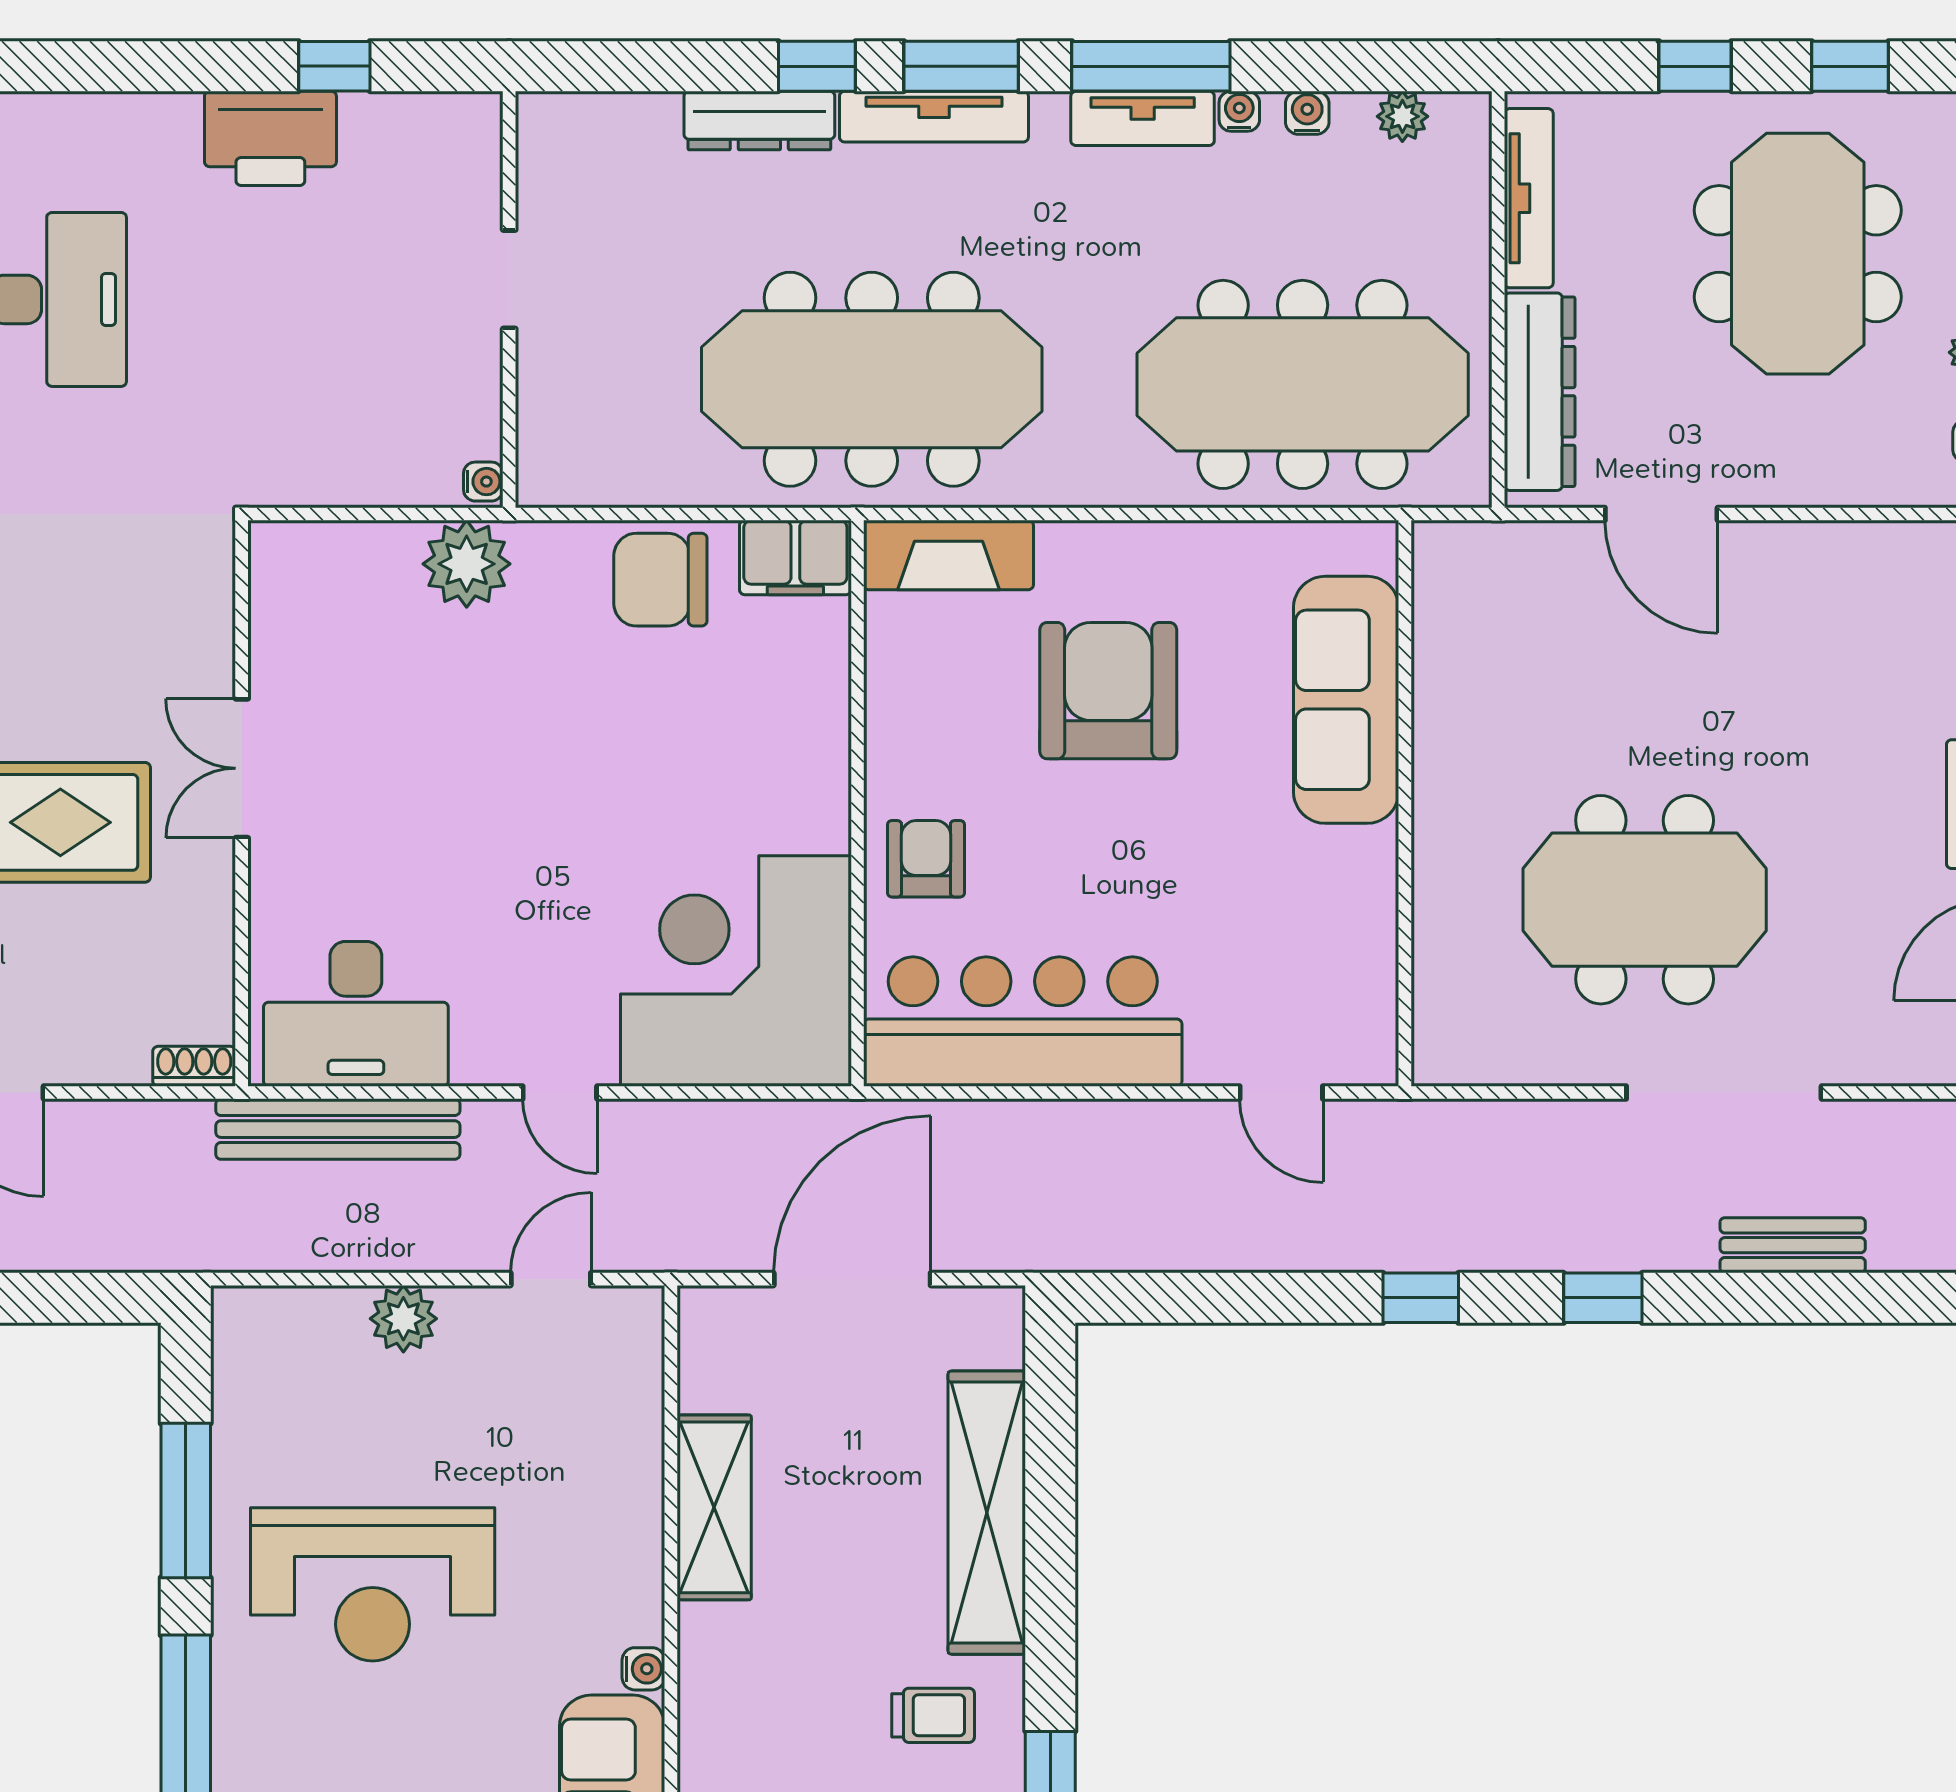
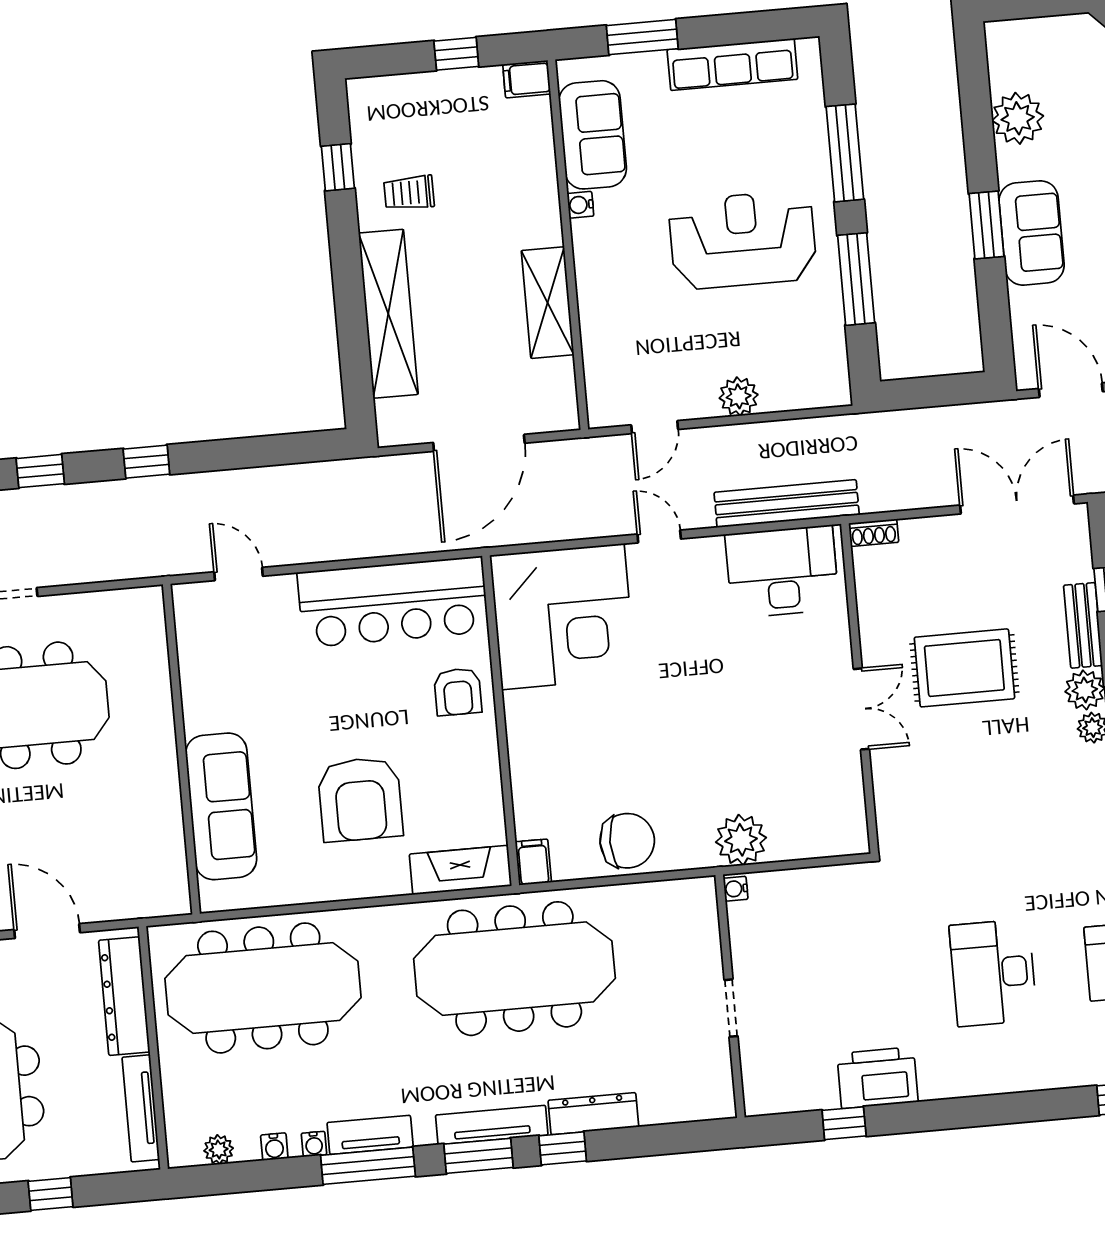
filing cabinet: (795, 558) -> (533, 862), width x0.50

